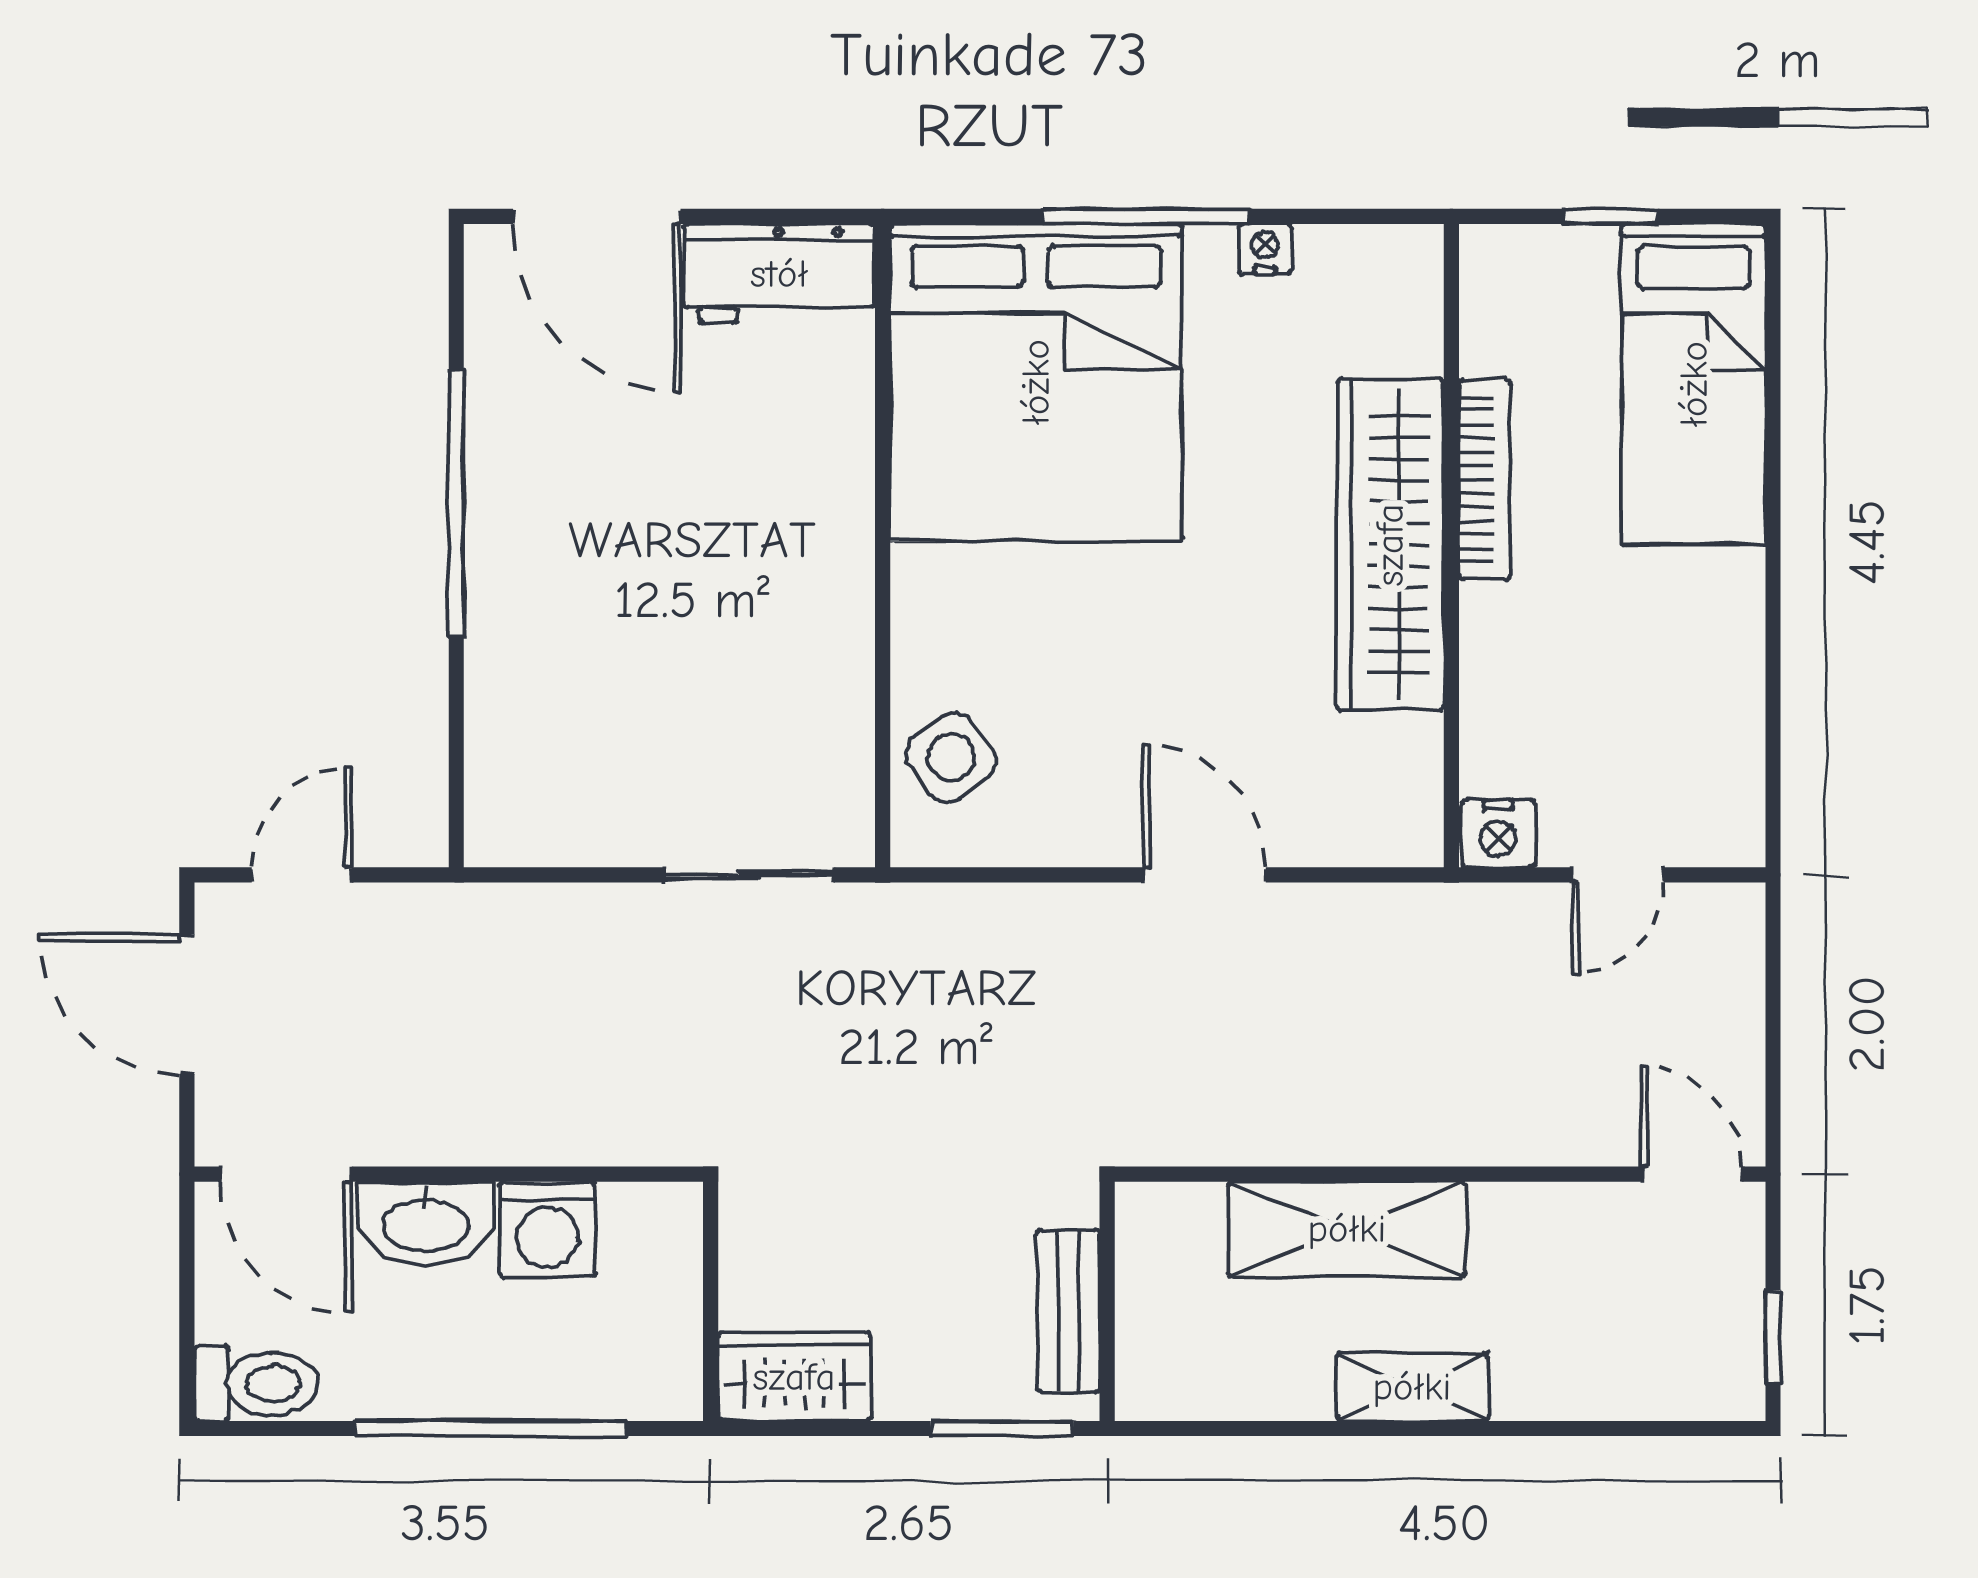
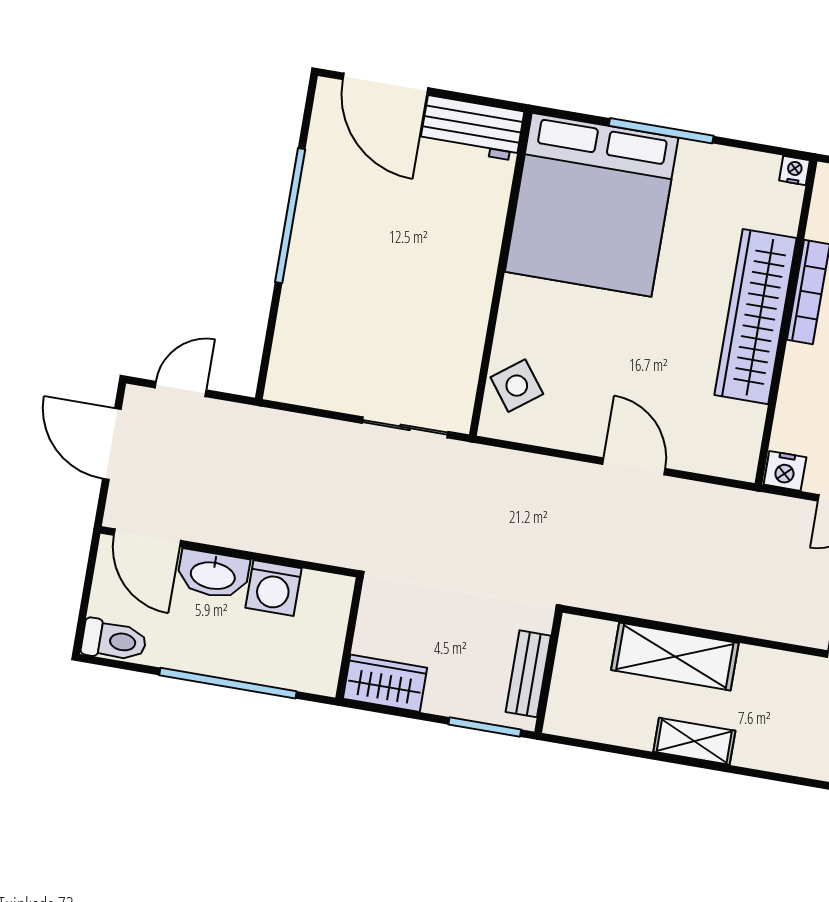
nightstand: (1265, 249) -> (794, 170), moved

